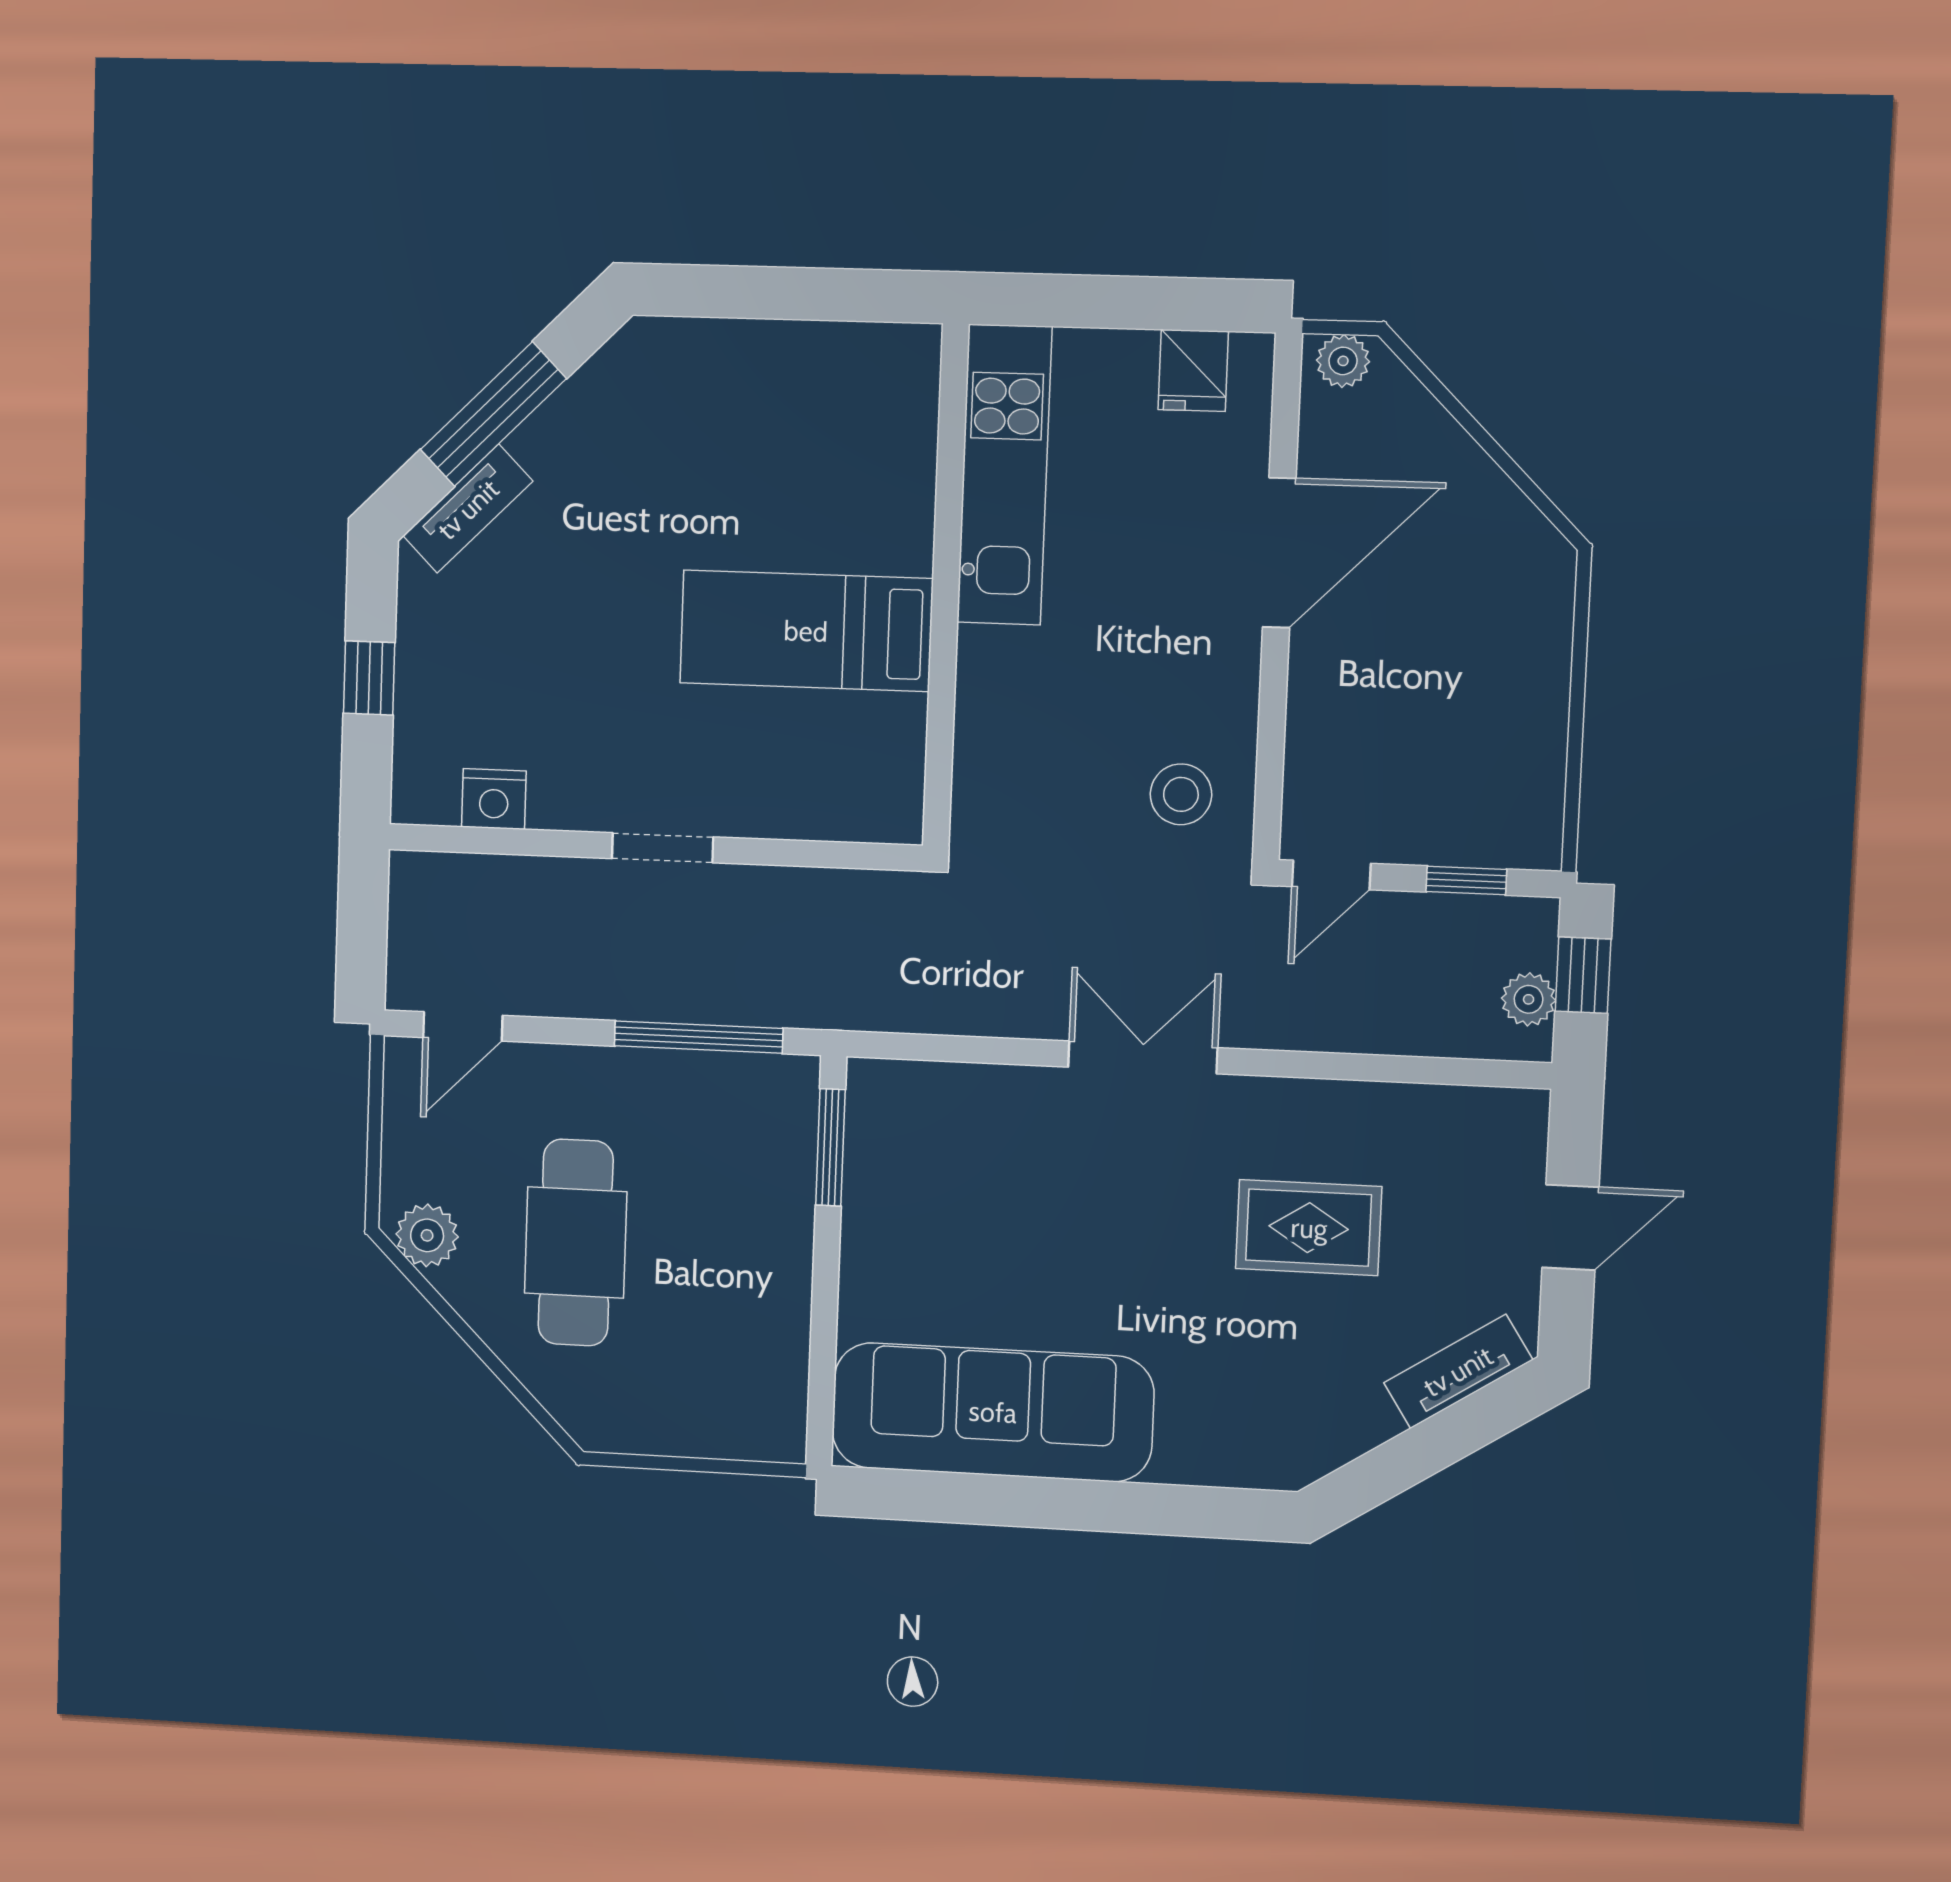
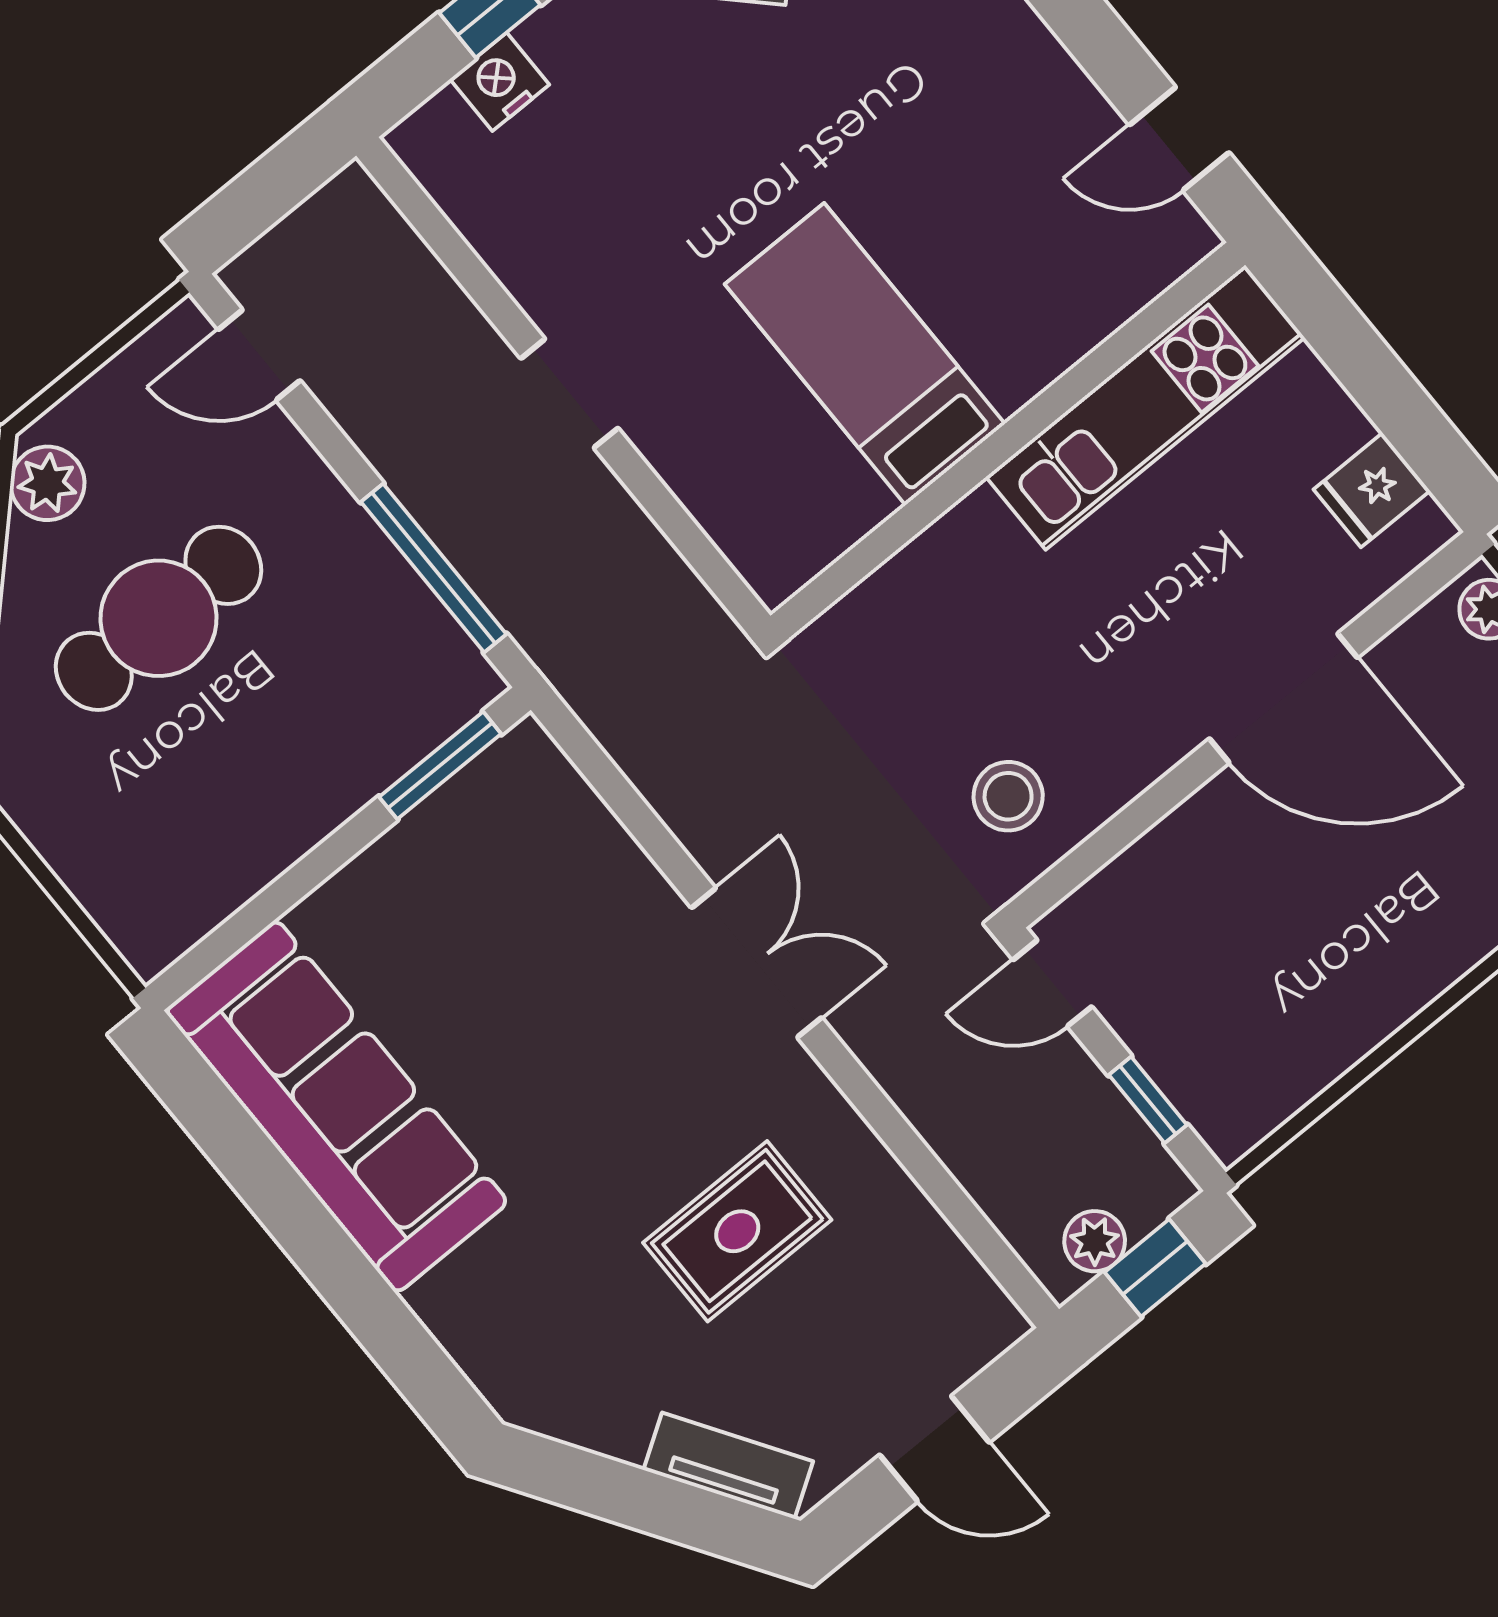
door: (847, 295) -> (1179, 139), added
nightstand: (494, 799) -> (500, 82), moved, turned 90
rug: (1309, 1228) -> (737, 1231), turned 90

